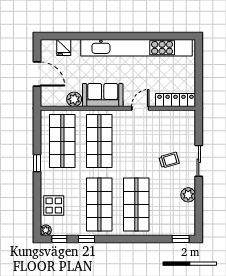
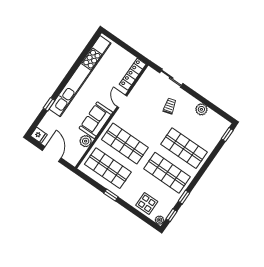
window: (86, 36) -> (49, 104), added
fridge: (64, 47) -> (39, 135), moved
door: (37, 74) -> (52, 154), hinge flipped
sliding door: (199, 161) -> (171, 78), moved

